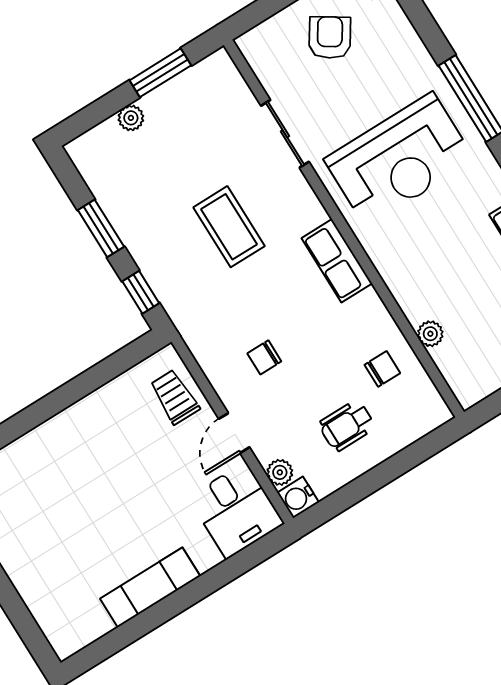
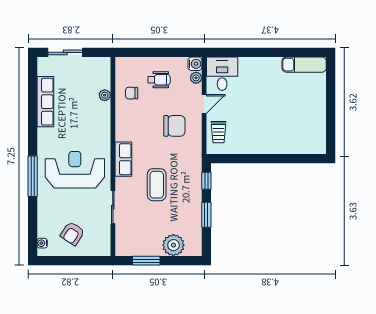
plant: (131, 118) -> (173, 245), width x1.87, depth x1.87
row of seats: (337, 261) -> (123, 159), moved
chair: (264, 357) -> (174, 126), width x1.87, depth x1.87
exam couch: (150, 587) -> (304, 65), moved

